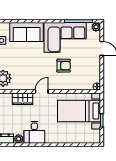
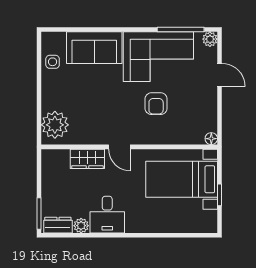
armchair: (64, 66) -> (156, 104), turned 90
door: (42, 92) -> (119, 147), swing flipped

